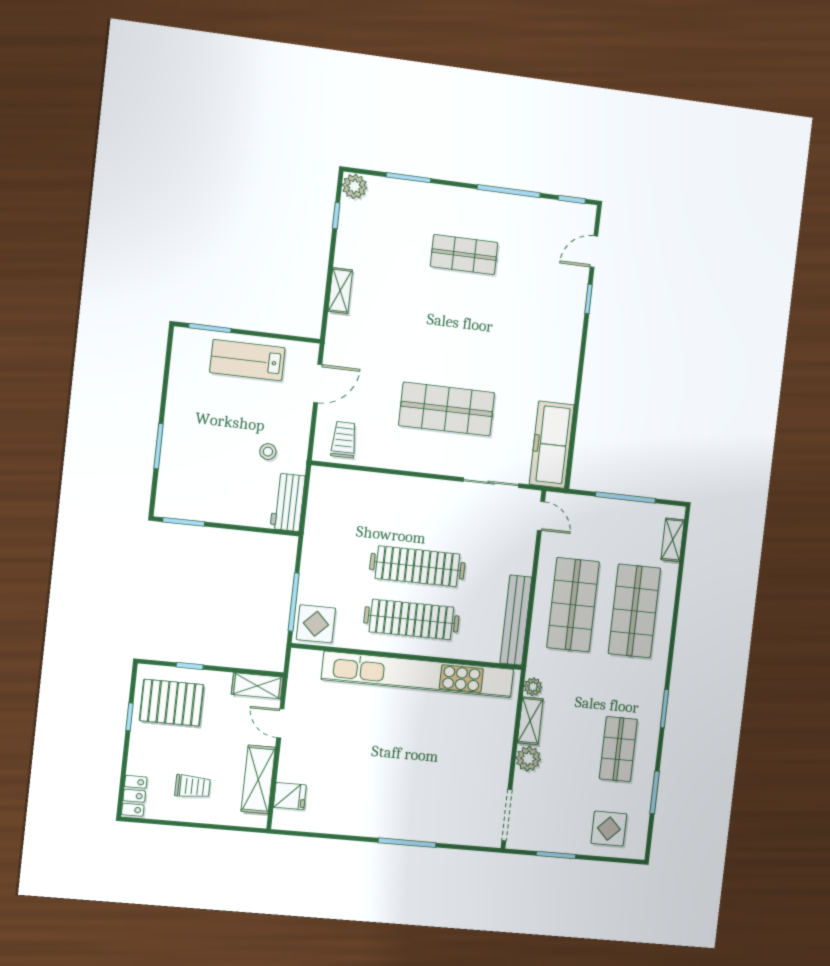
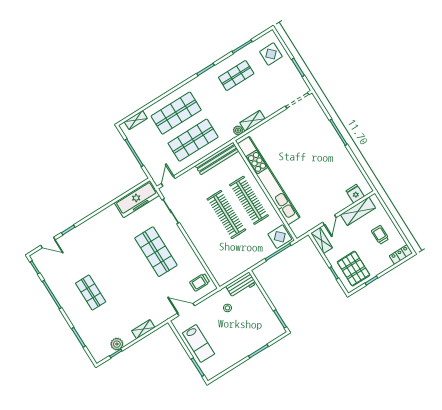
plant: (355, 186) -> (117, 344), moved
plant: (528, 759) -> (268, 110), removed

